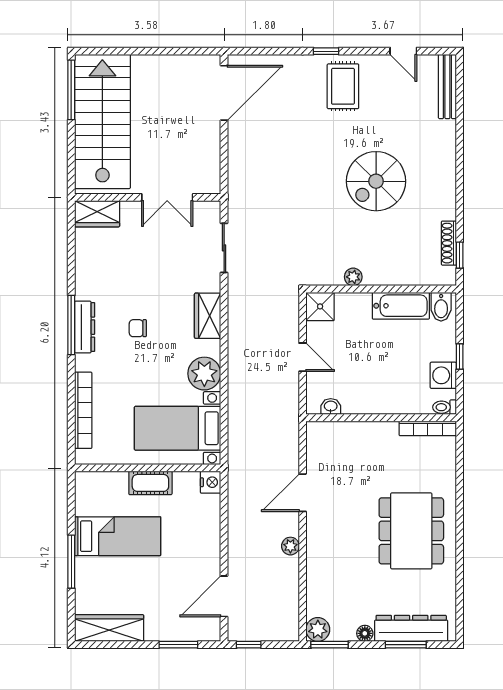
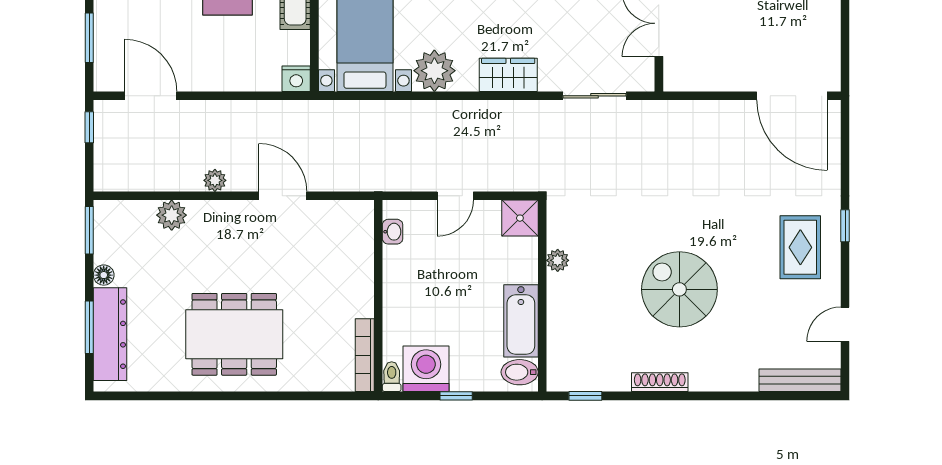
rug: (343, 86) -> (800, 247), turned 90
shoe rack: (449, 243) -> (660, 382), moved
washing machine: (443, 375) -> (426, 369), width x1.37, depth x1.37
plant: (318, 629) -> (172, 215), moved

